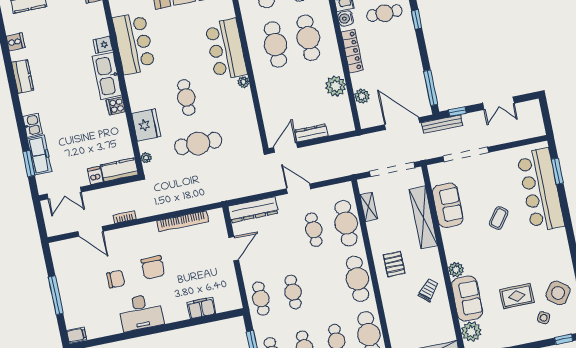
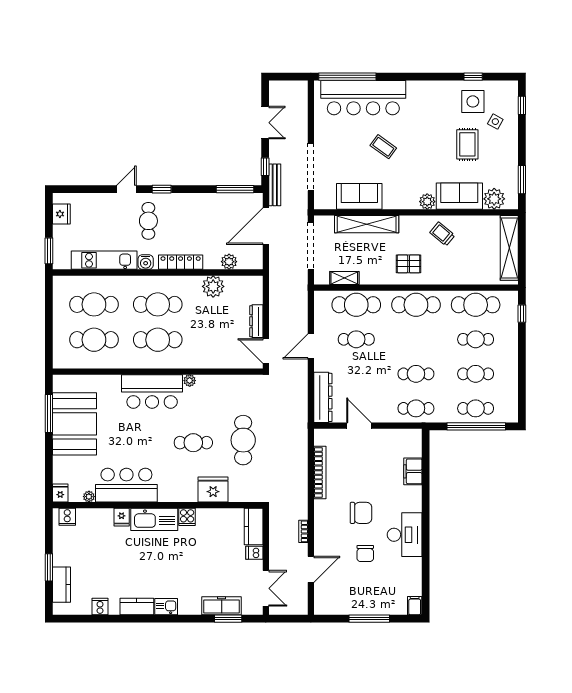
kitchen sink: (32, 125) -> (166, 607), moved
plant: (146, 158) -> (89, 497), moved
window: (557, 171) -> (347, 77), width x2.11
chair: (116, 279) -> (365, 554), turned 180
side table: (558, 293) -> (473, 101), turned -35

